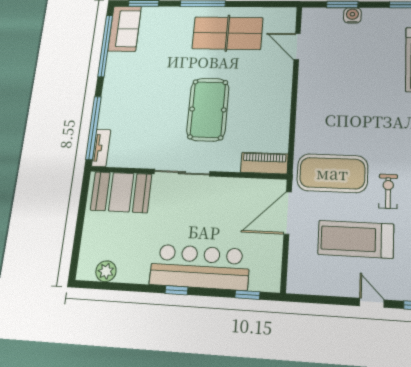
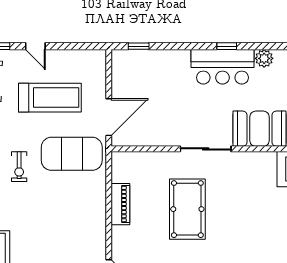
piano: (264, 163) -> (120, 204), moved, turned -90
exercise bike: (388, 191) -> (19, 167), moved
bar counter: (200, 267) -> (222, 67), moved, width x0.73
window: (176, 290) -> (227, 46), moved

